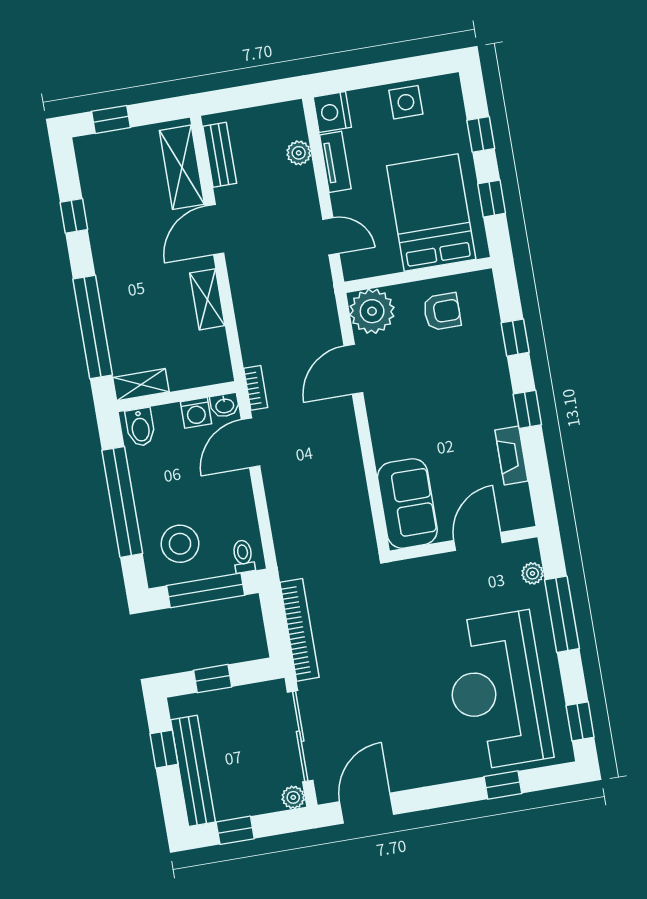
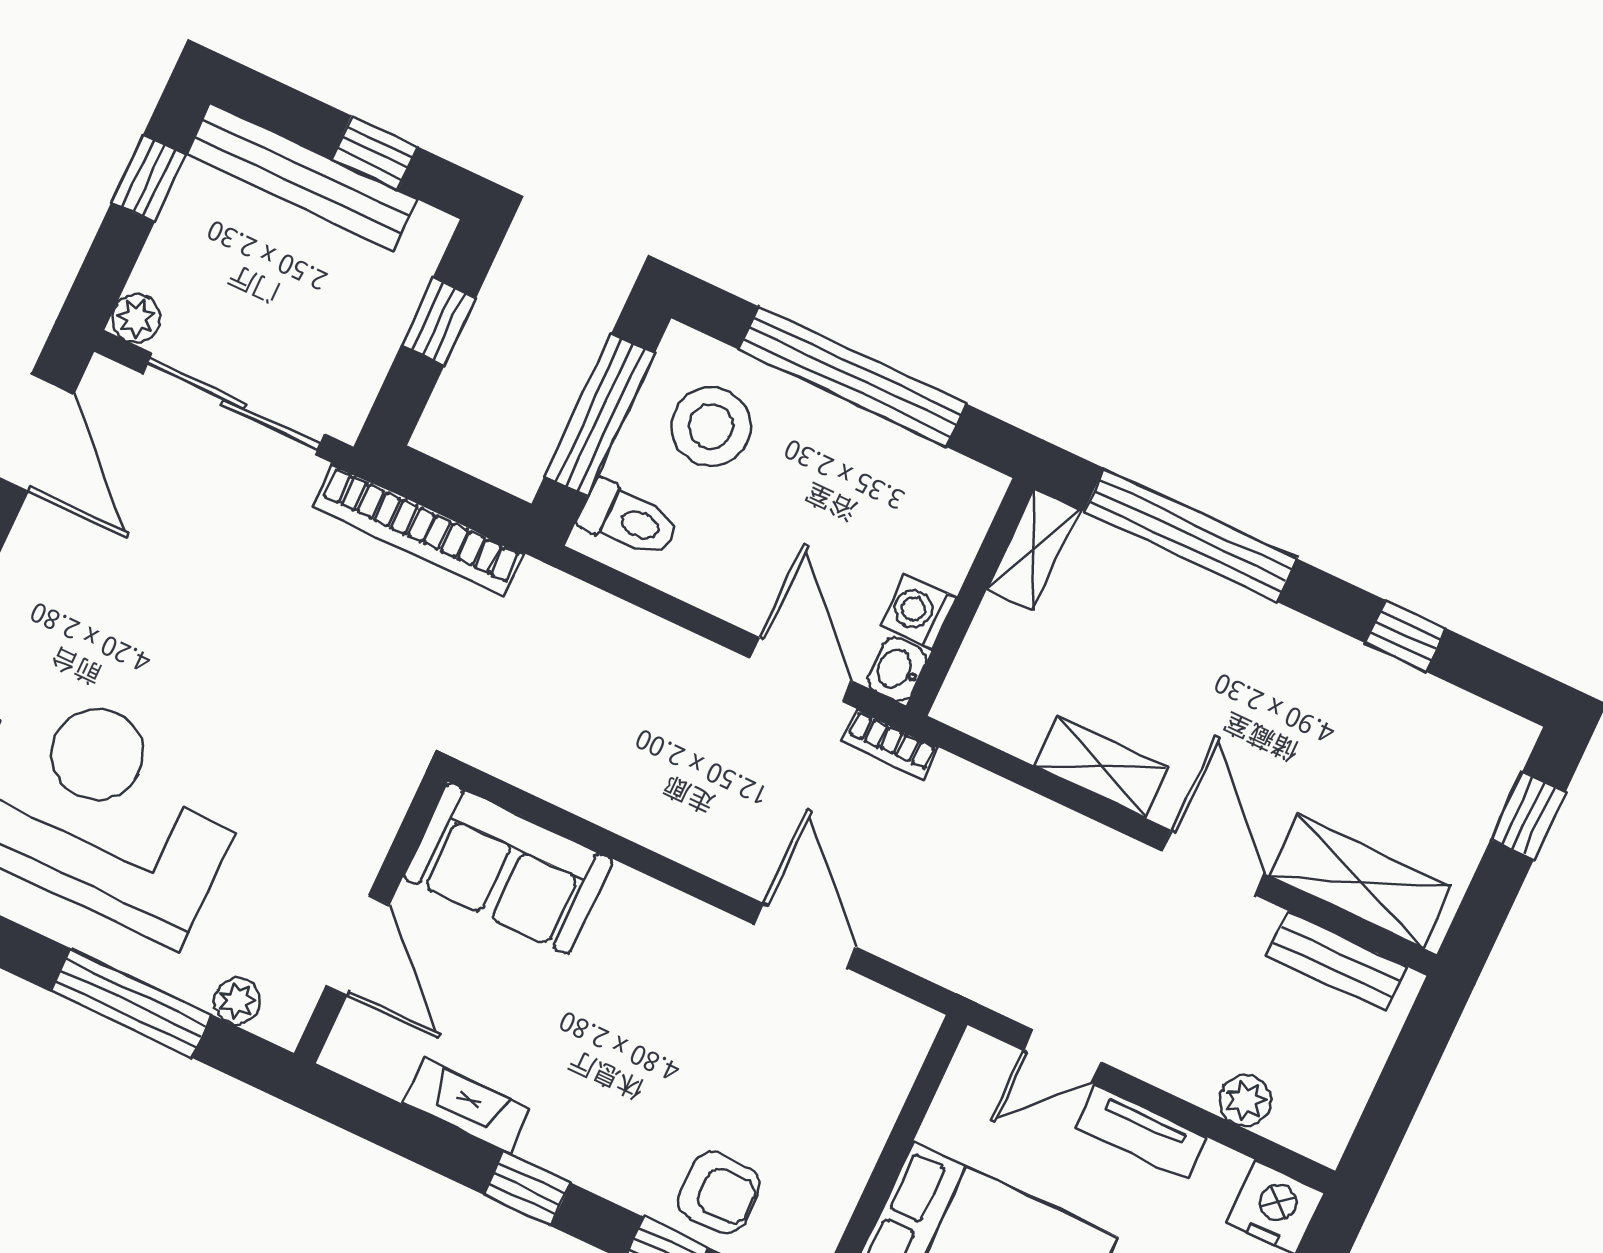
tv unit: (335, 162) -> (1141, 1132), moved
plant: (372, 311) -> (883, 1038), removed
armchair: (442, 312) -> (719, 1192), moved, turned -90
bidet: (140, 427) -> (960, 498), removed
toilet: (243, 556) -> (628, 520), width x1.37, depth x1.39

